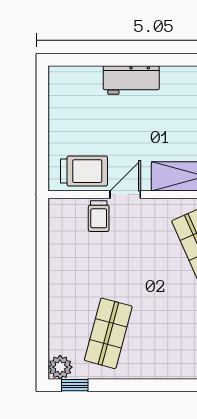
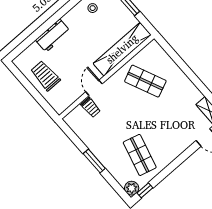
trolley: (84, 171) -> (45, 76), moved, turned -90
window: (42, 290) -> (94, 161), added

